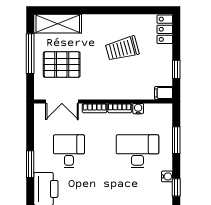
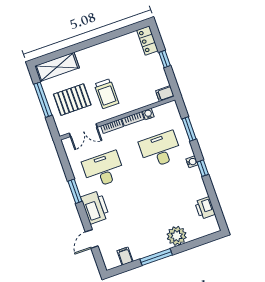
trolley: (122, 49) -> (106, 94), moved, turned -75
window: (176, 69) -> (165, 59), moved
desk: (69, 151) -> (103, 169), width x1.37

